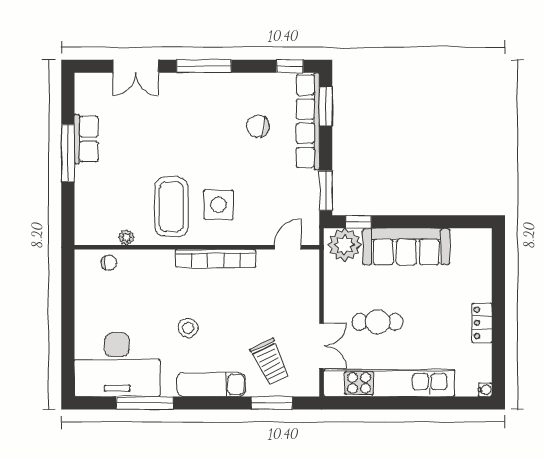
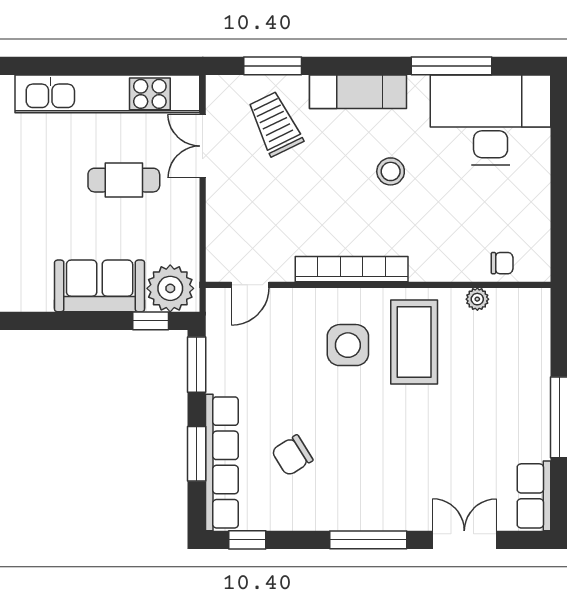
window: (326, 106) -> (197, 454), moved
chair: (258, 126) -> (292, 455), turned 139
row of seats: (86, 139) -> (534, 496), moved
sofa: (406, 247) -> (100, 286), width x0.73
chair: (109, 263) -> (502, 263), turned 180

